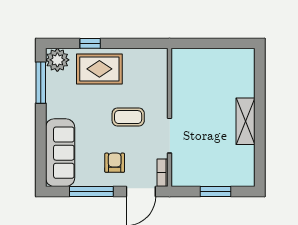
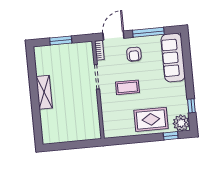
window: (90, 43) -> (171, 136), moved
window: (41, 83) -> (191, 106), width x0.46

